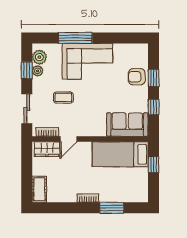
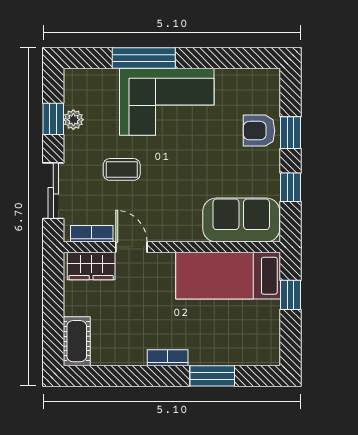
plant: (39, 57) -> (77, 94), removed
door: (68, 139) -> (131, 247), swing flipped

